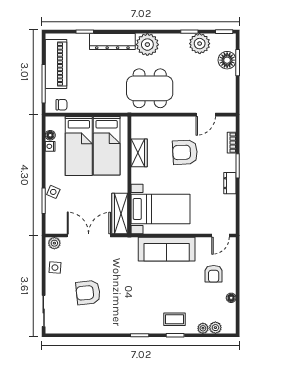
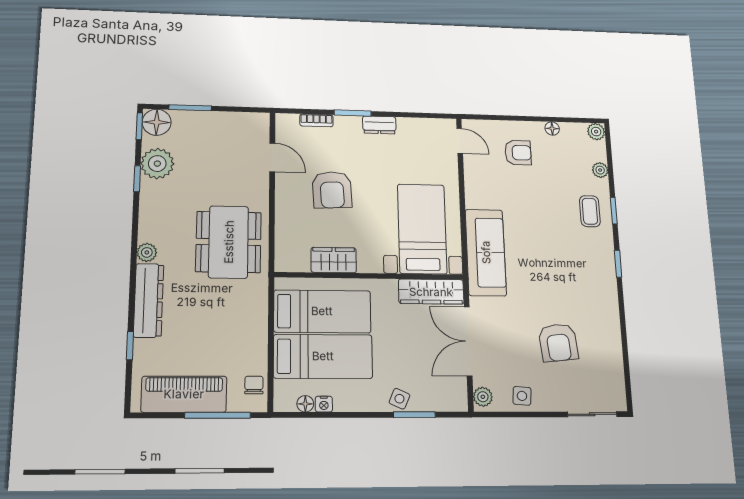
plant: (147, 45) -> (147, 252), width x0.53, depth x0.53
floor lamp: (227, 60) -> (157, 122), moved
sofa: (167, 249) -> (486, 252), moved
plant: (215, 328) -> (596, 132), moved

